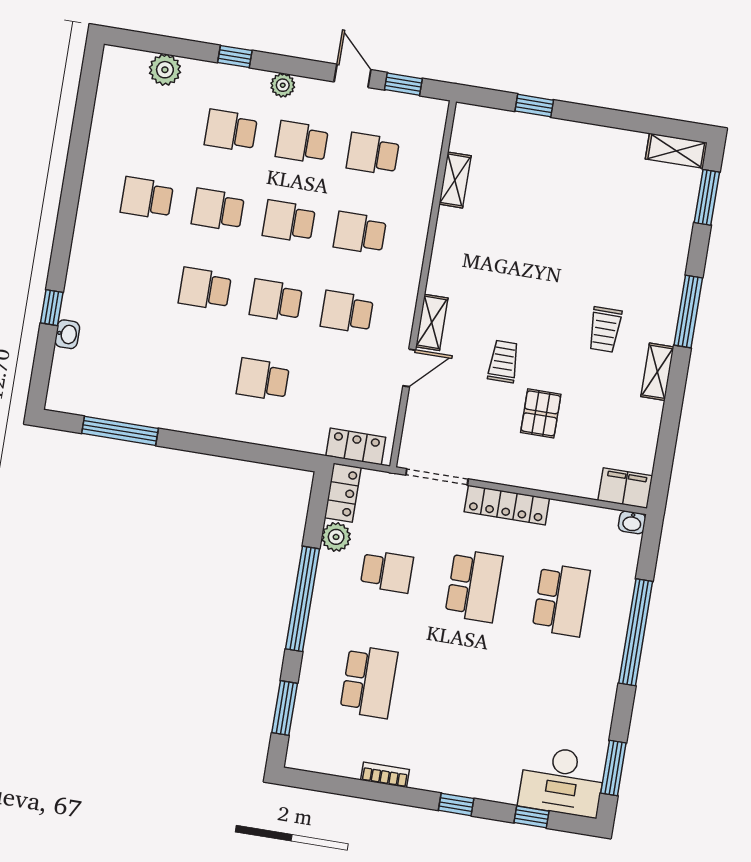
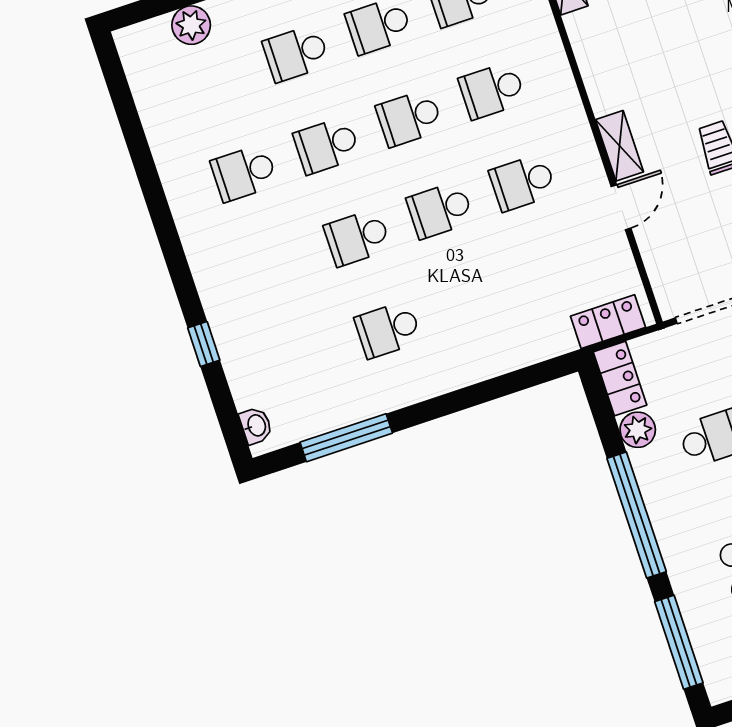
washbasin: (67, 334) -> (256, 426), moved
school desk: (263, 379) -> (388, 330), moved
window: (285, 708) -> (679, 642), width x1.44

